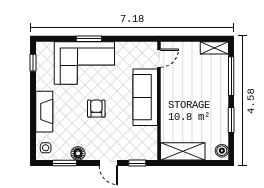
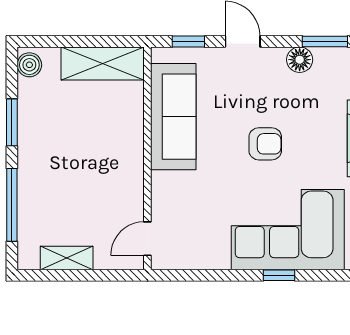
window: (89, 39) -> (279, 275), width x0.67
shelving: (214, 48) -> (67, 258), moved
sofa: (145, 97) -> (173, 117), moved
armchair: (96, 109) -> (265, 144), turned -90

